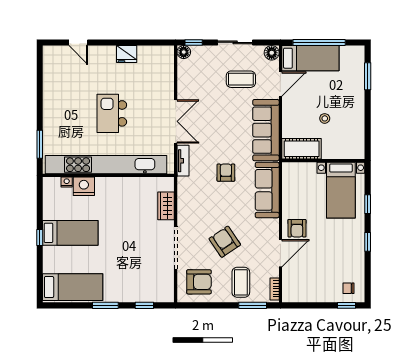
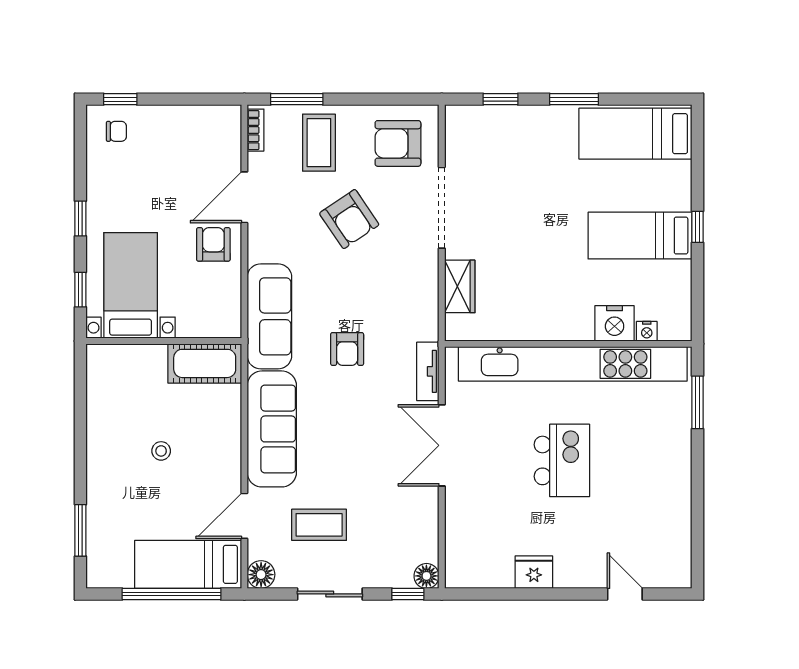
cot: (302, 149) -> (205, 363), moved
wall: (323, 161) -> (164, 341), moved
bed with nightstands: (341, 190) -> (131, 285), moved

